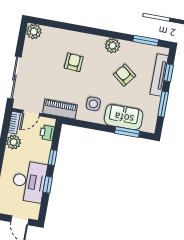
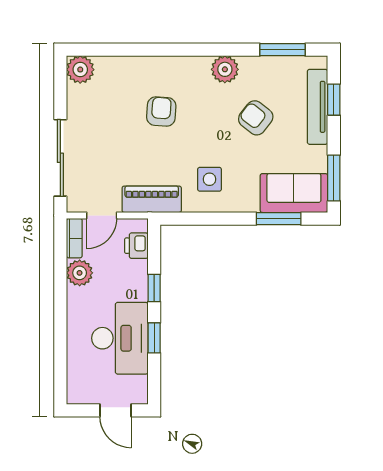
window: (163, 104) -> (334, 178), moved
sofa: (124, 117) -> (294, 193), moved

